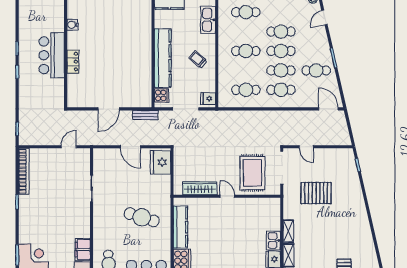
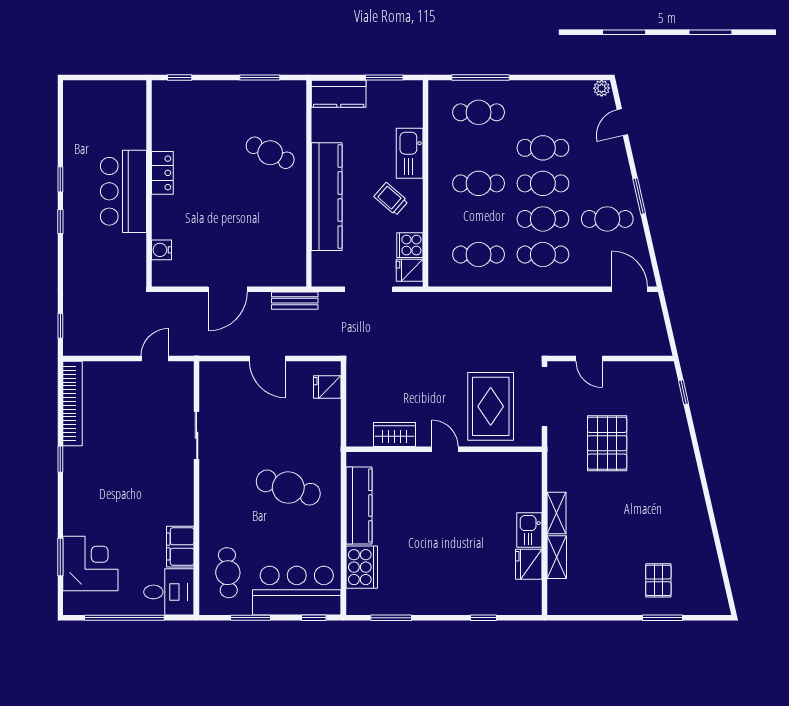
kitchen sink: (208, 20) -> (410, 153), moved
water cooler: (72, 25) -> (162, 250), moved
cafe table: (132, 34) -> (270, 153), added
locker: (73, 62) -> (162, 173), moved
cooker: (162, 95) -> (410, 245), moved, turned 180
fridge: (161, 162) -> (327, 387), width x0.53, depth x0.75
wardrobe: (200, 188) -> (395, 435), width x0.67
pallet: (316, 193) -> (607, 443), turned 90

